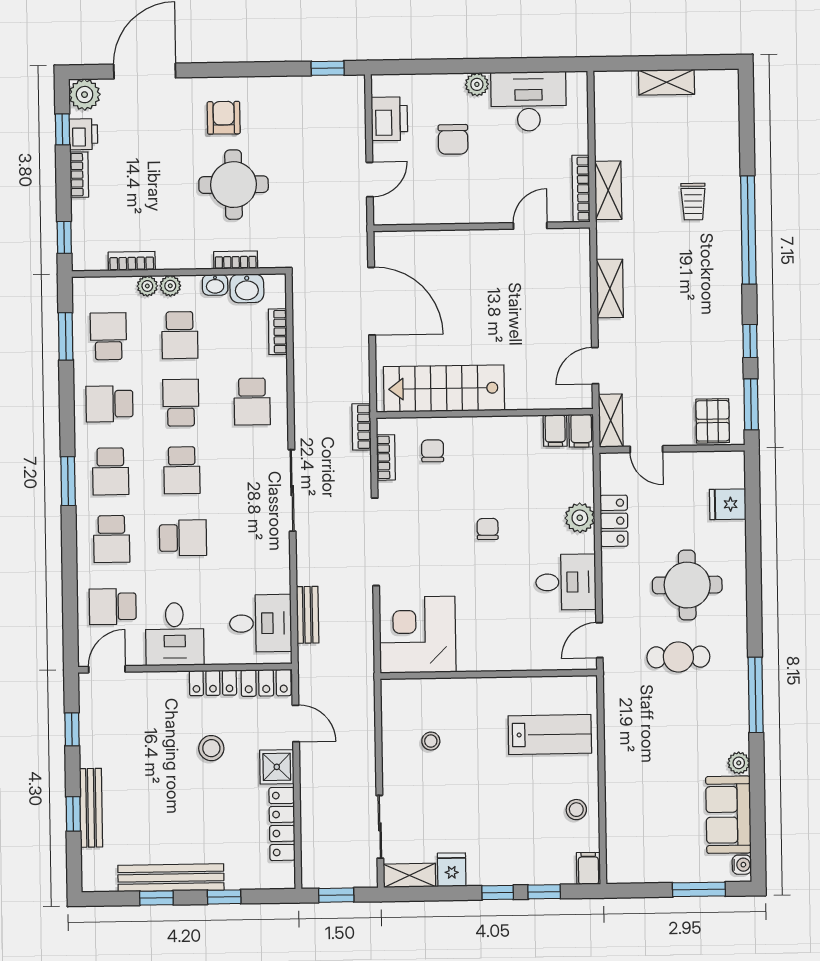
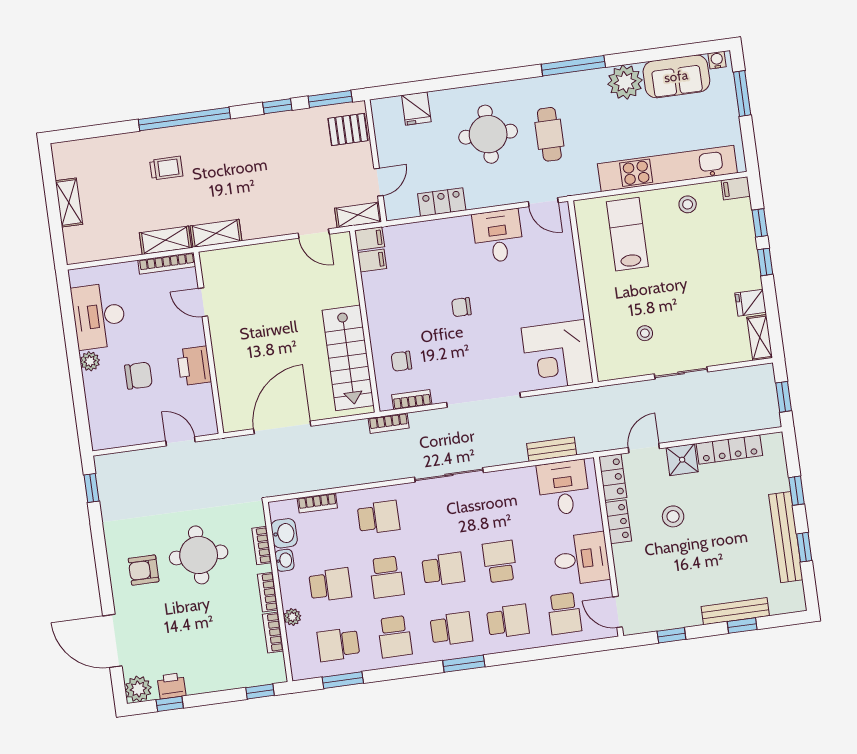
printer: (389, 119) -> (194, 366), moved, turned -90
bookcase: (79, 175) -> (268, 592), moved, turned -90
plant: (170, 286) -> (290, 598), removed
shelving: (610, 288) -> (216, 233), moved
school desk: (181, 403) -> (387, 577), turned -90
plant: (580, 518) -> (443, 231), removed
plant: (739, 763) -> (625, 82), width x1.88, depth x1.88
kitchen unit: (621, 791) -> (667, 168), added
sliding door: (380, 827) -> (681, 373), moved

